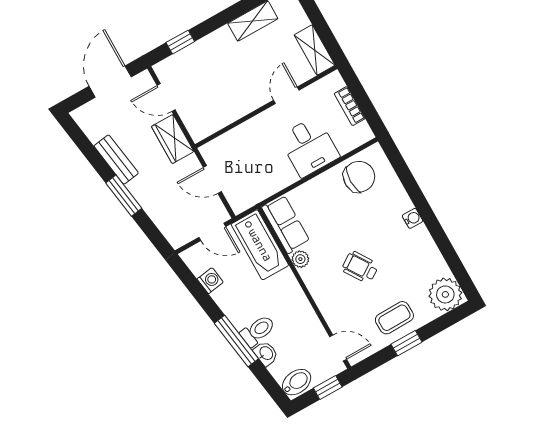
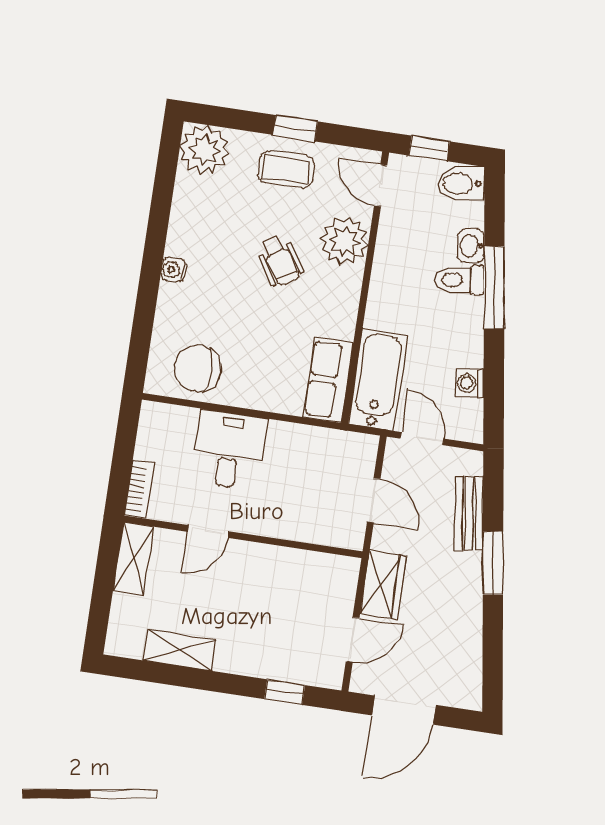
door: (166, 98) -> (353, 640), hinge flipped
bookcase: (350, 106) -> (139, 489), moved
bench: (116, 160) -> (469, 513), moved
plant: (300, 259) -> (344, 241), moved, width x1.88, depth x1.88

